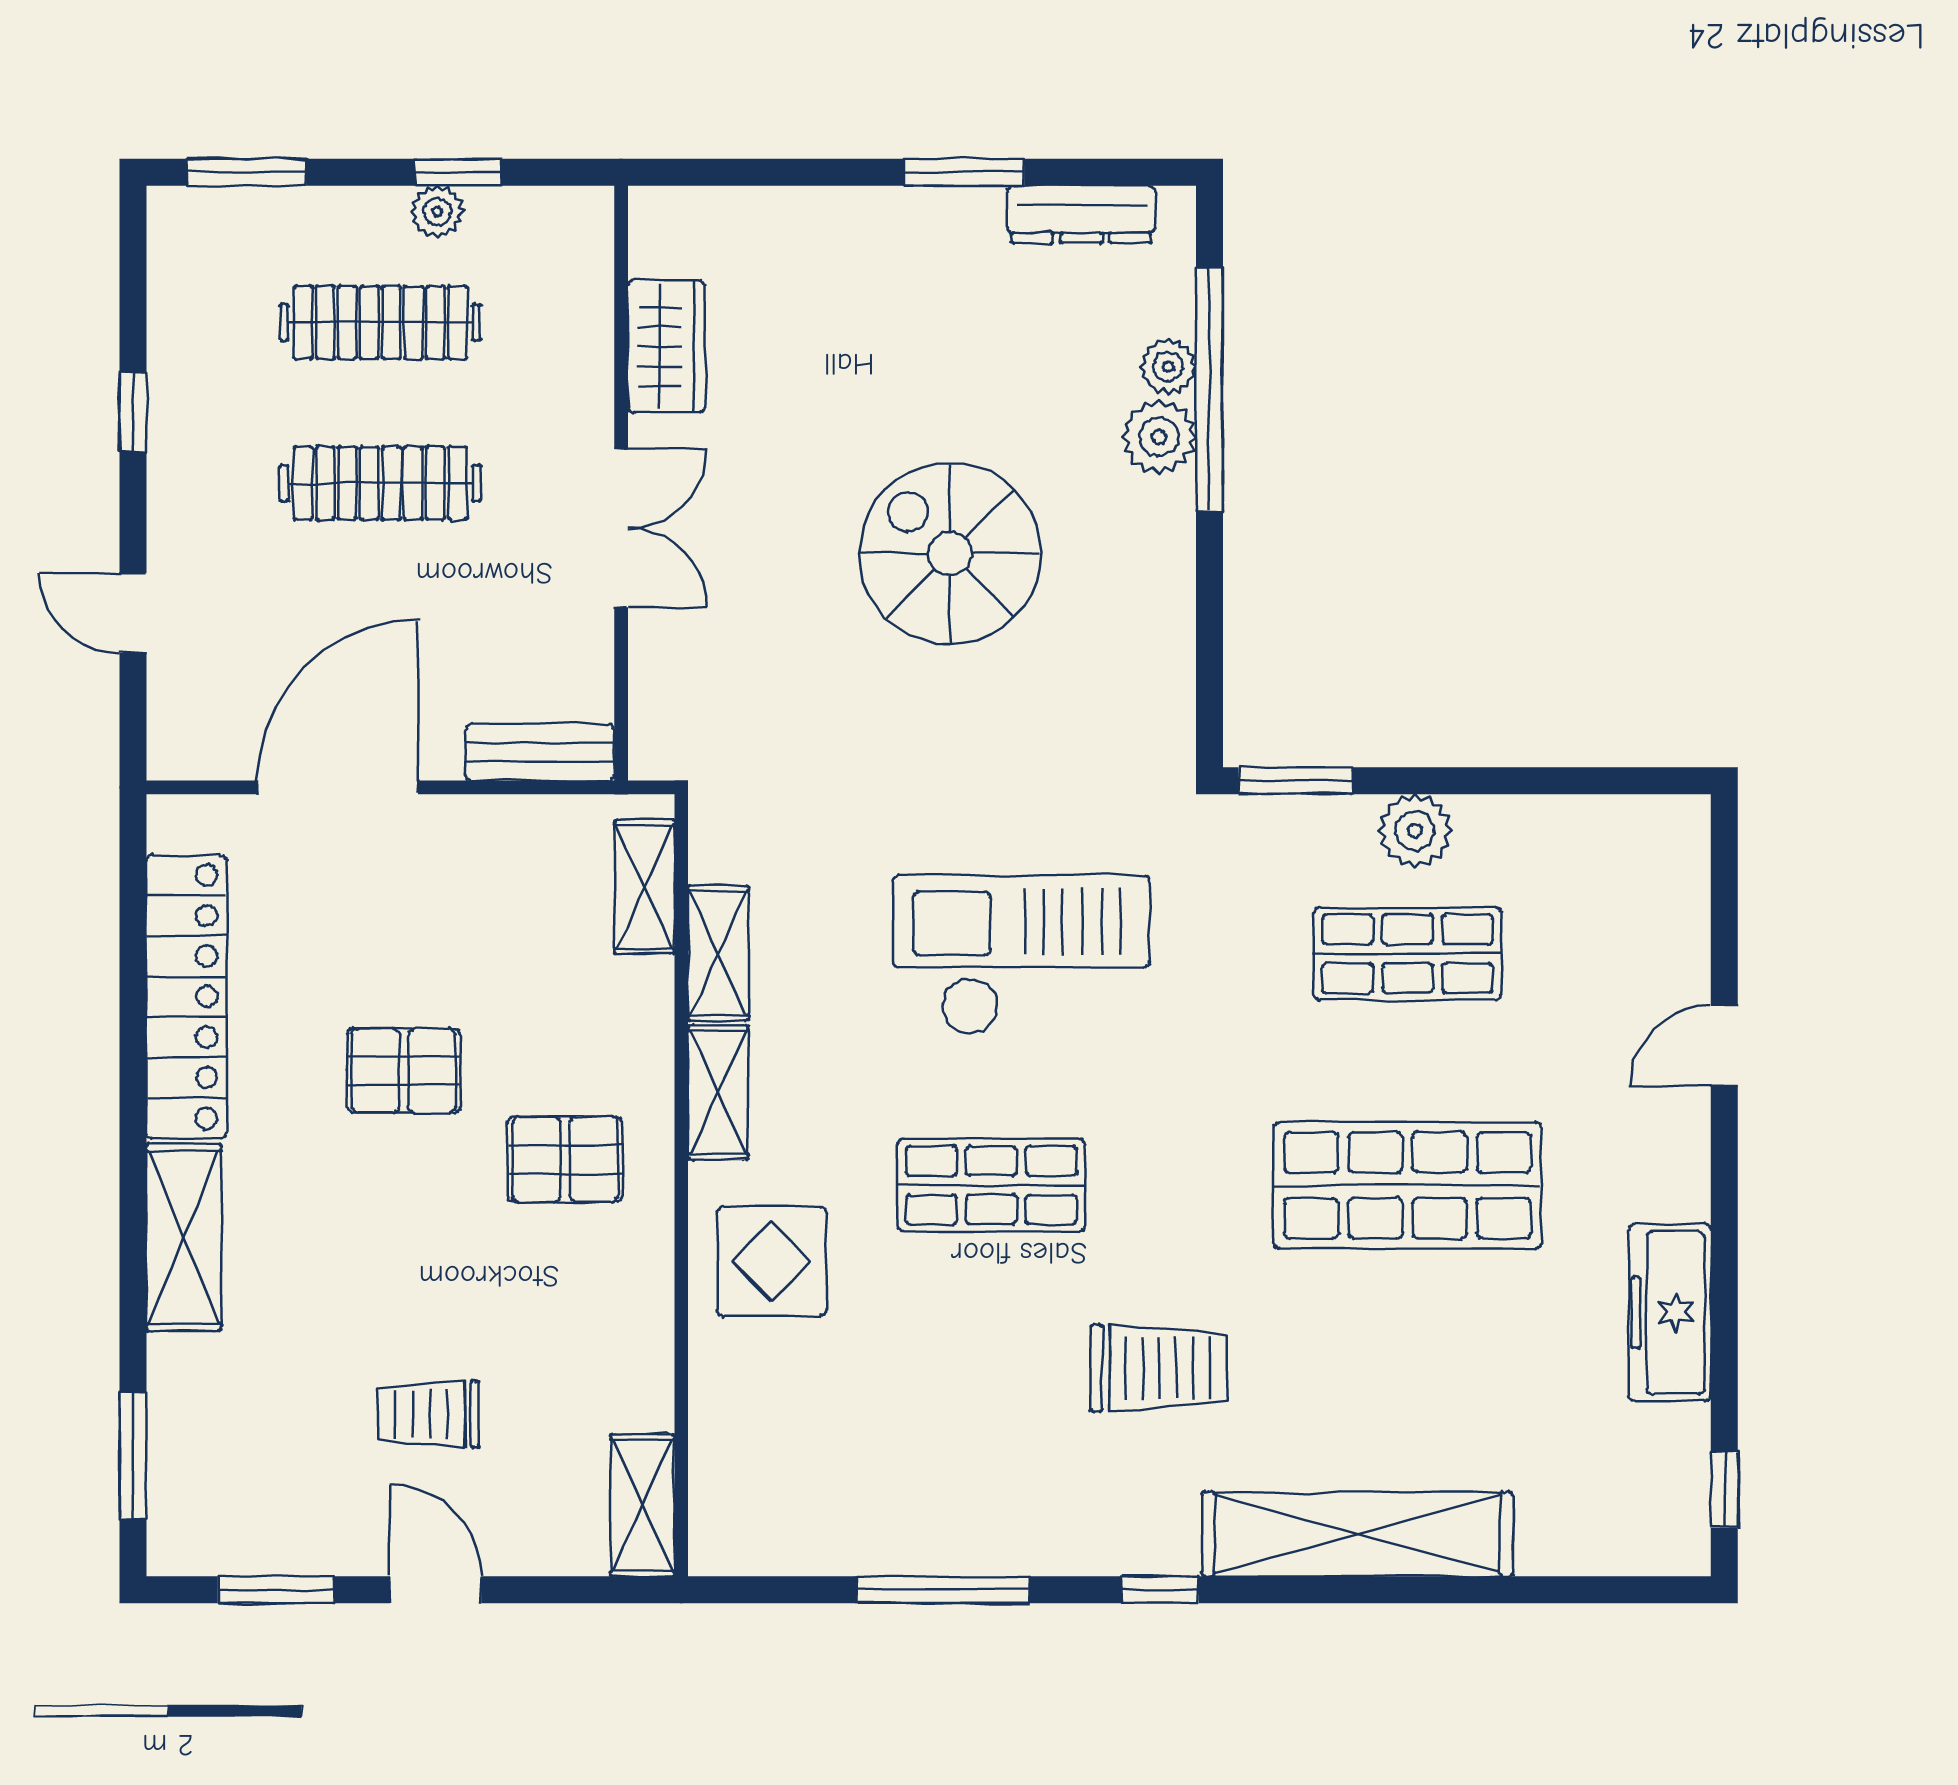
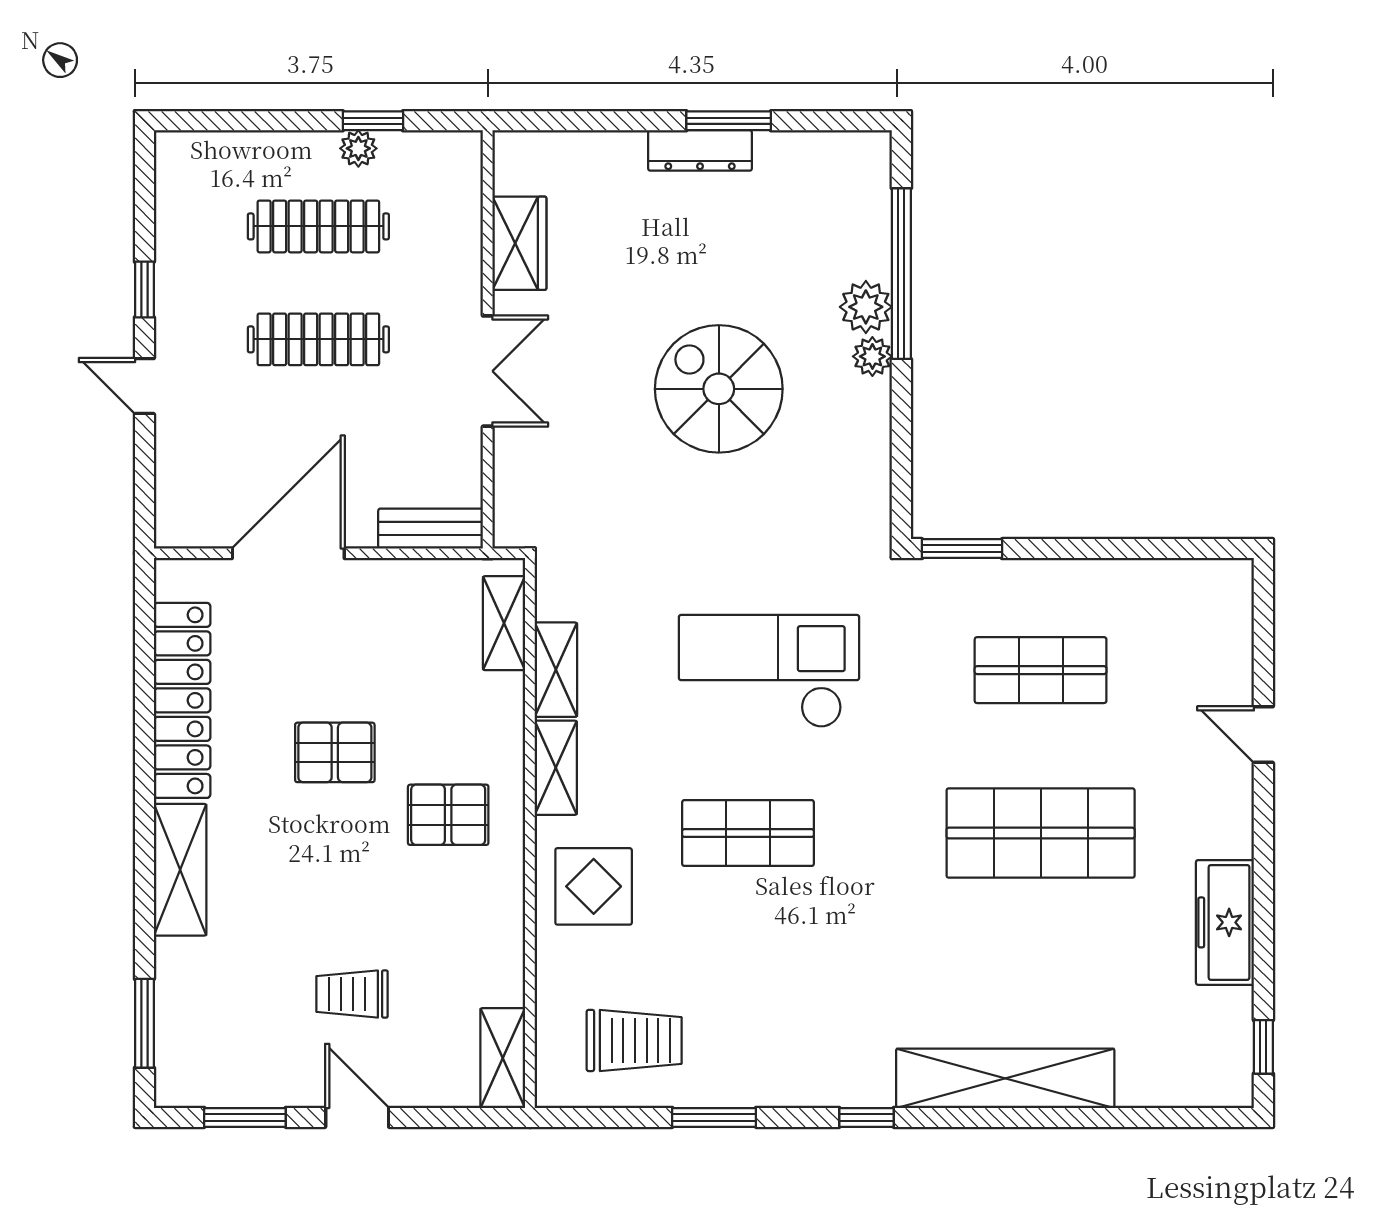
window: (247, 172) -> (224, 121), removed
dresser: (1081, 214) -> (700, 150), moved
plant: (1168, 367) -> (872, 356), moved
door: (133, 613) -> (144, 386), moved
plant: (1415, 831) -> (1046, 584), removed
door: (1724, 1045) -> (1263, 735), hinge flipped
trolley: (1158, 1368) -> (634, 1040), moved
window: (943, 1590) -> (714, 1117), width x0.69

